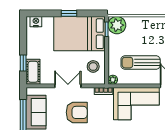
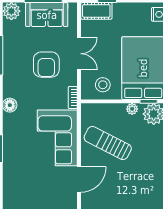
sun lounger: (141, 63) -> (108, 143), turned -63
plant: (113, 80) -> (132, 109), moved

